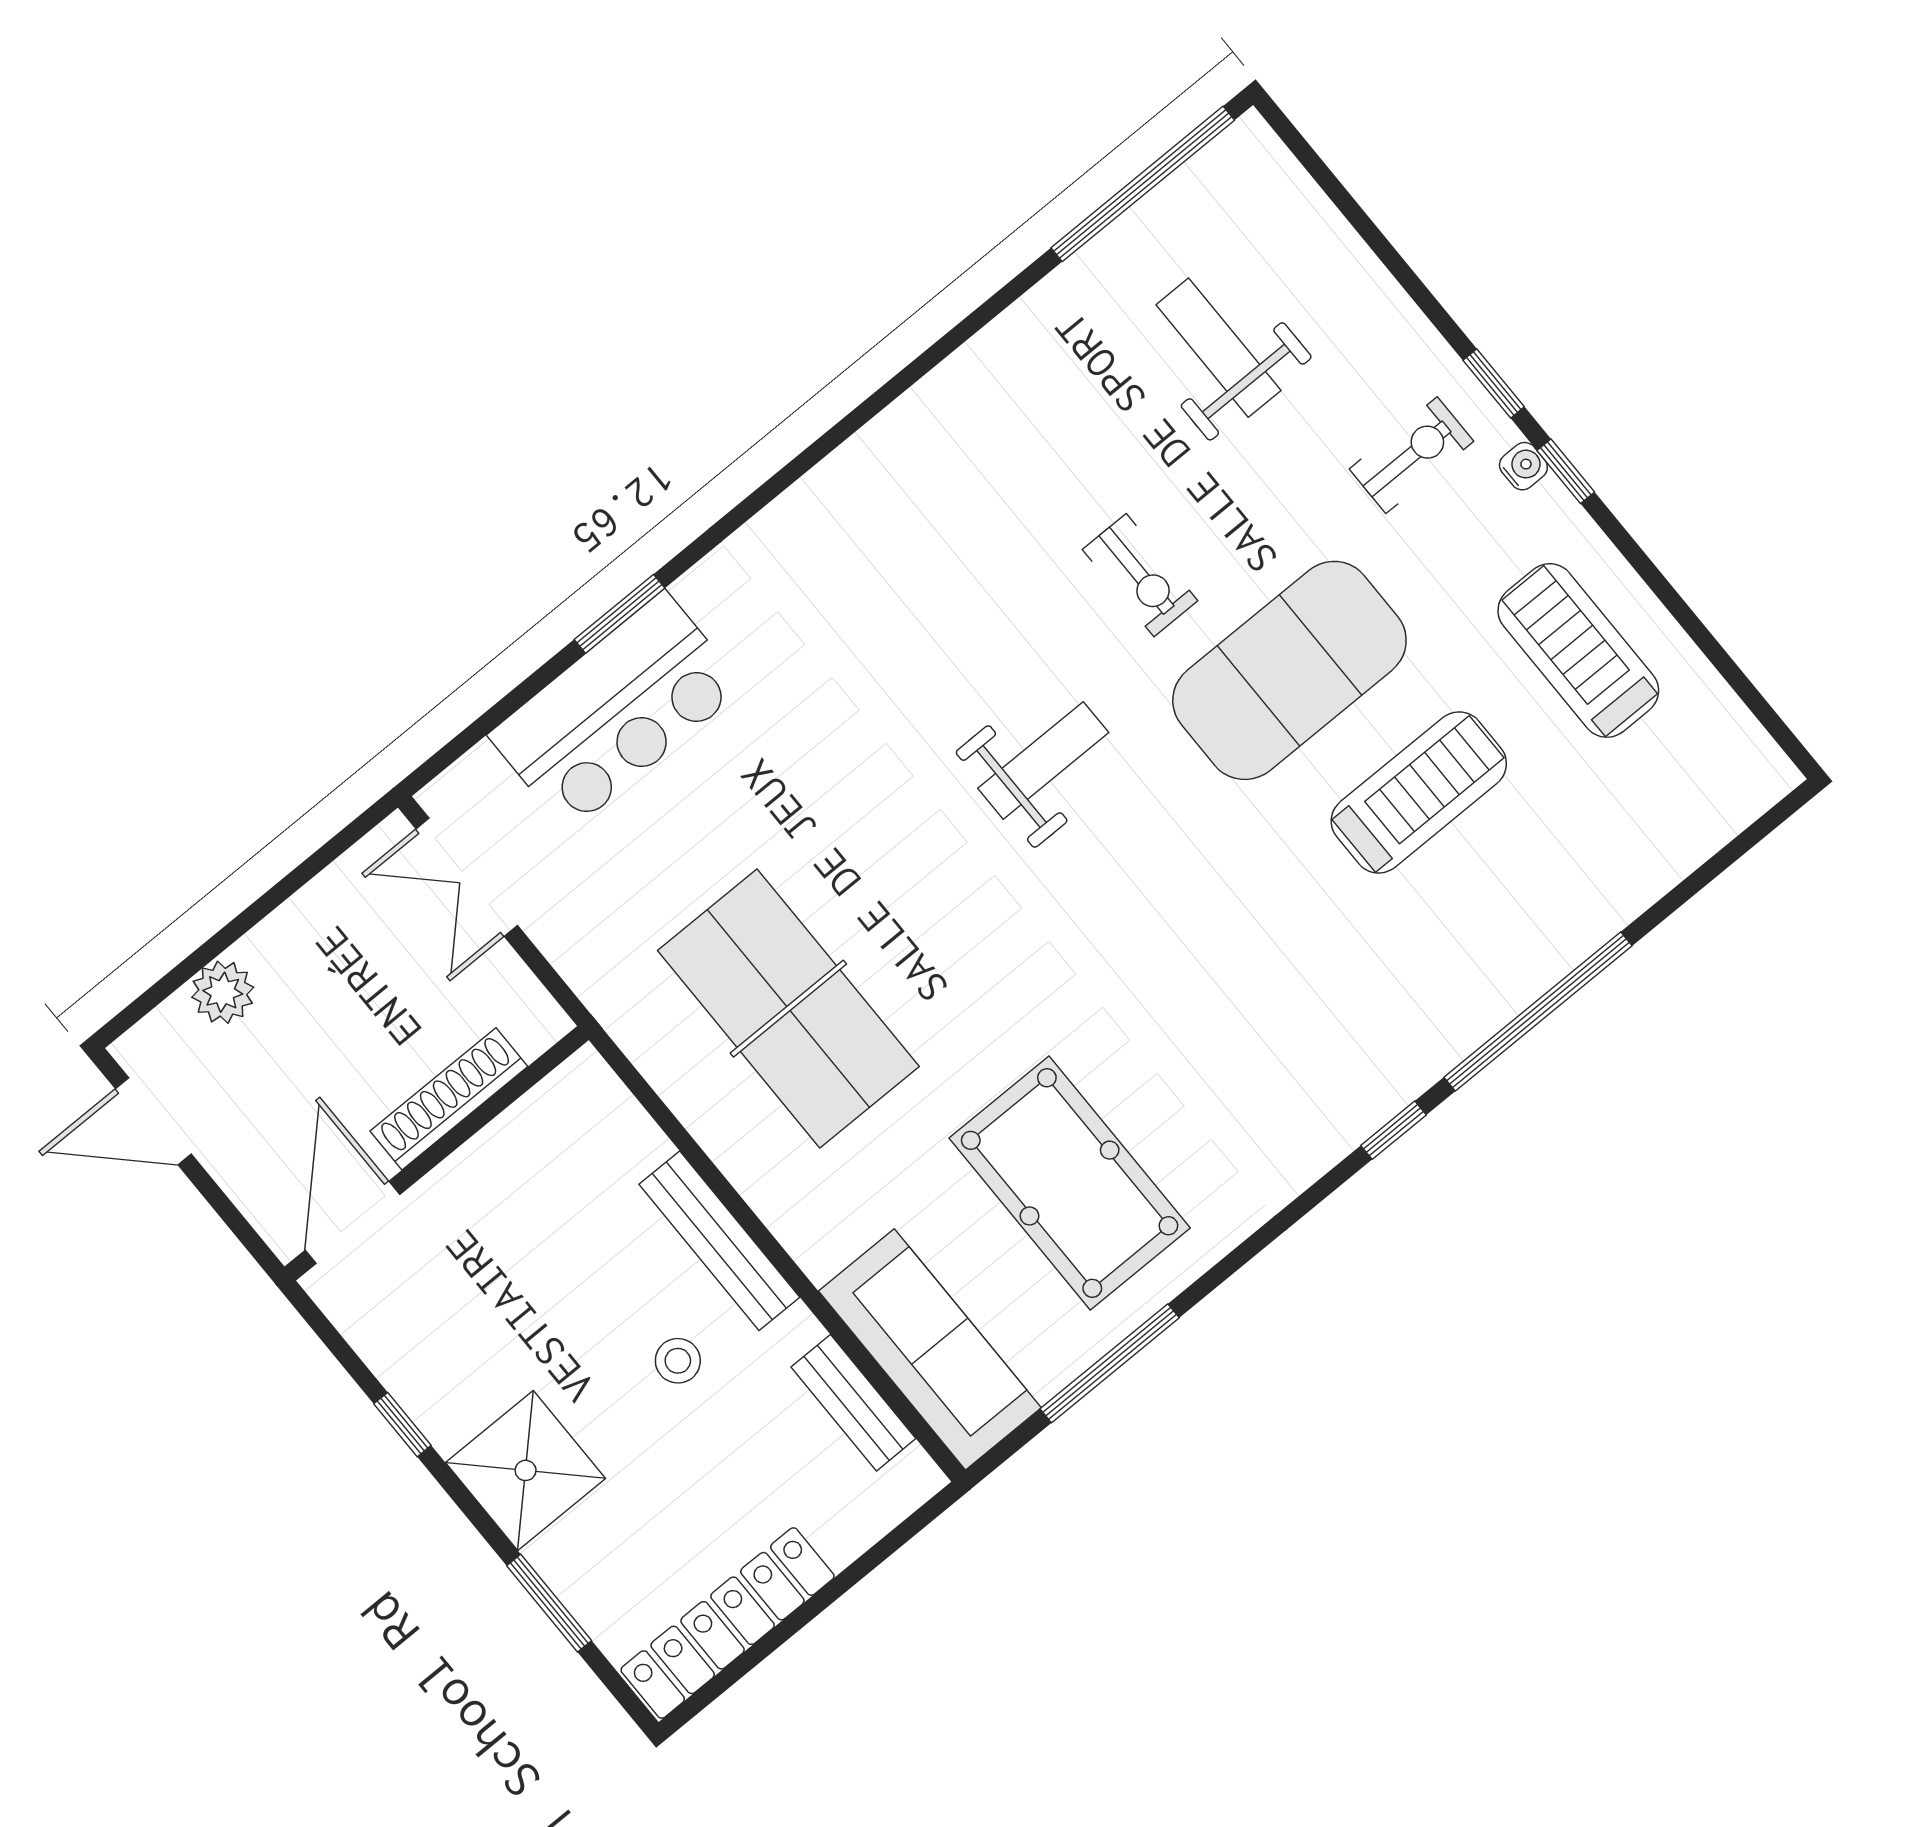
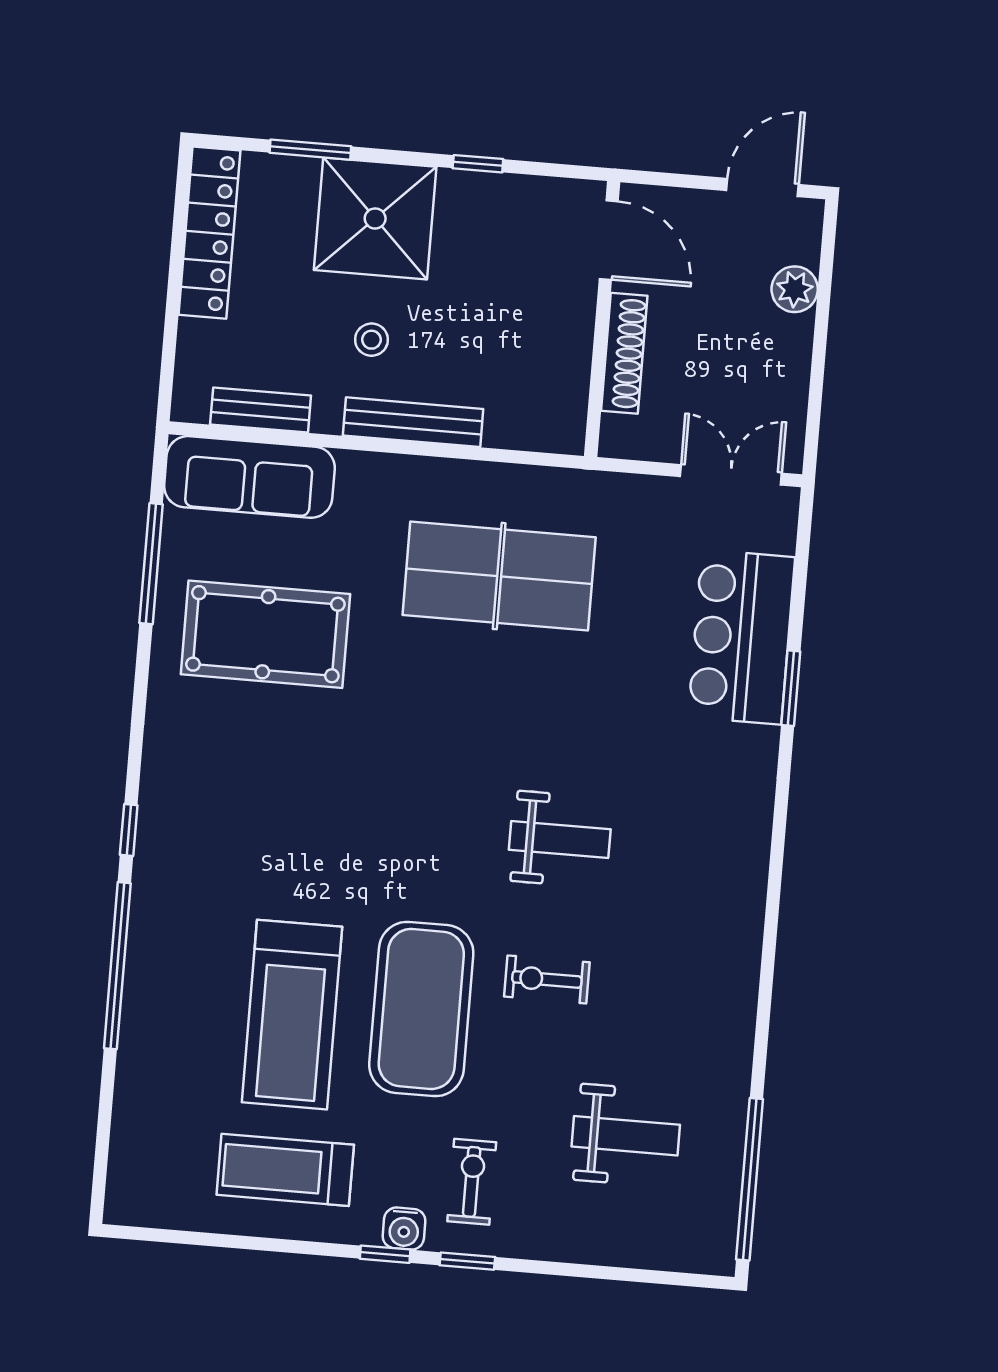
exercise bike: (1411, 455) -> (472, 1182), turned 180
water cooler: (1523, 466) -> (404, 1229), width x1.38, depth x1.38
treadmill: (1578, 650) -> (285, 1170), turned 180
weight bench: (1043, 760) -> (560, 840), moved, turned -90
treadmill: (1419, 792) -> (292, 1015), width x1.37, depth x1.38
shower: (526, 1470) -> (375, 218), width x1.37, depth x1.37

